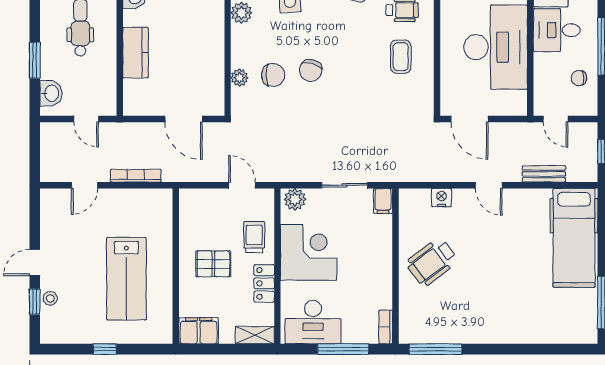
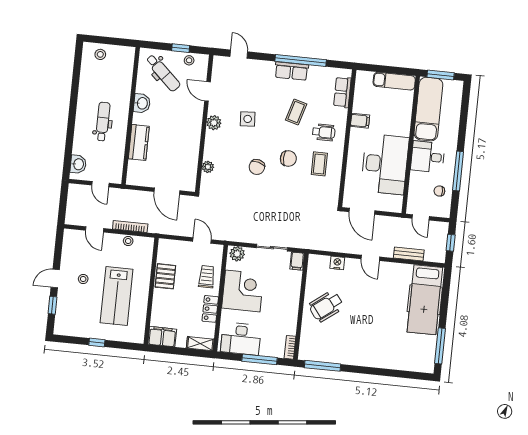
window: (35, 60) -> (69, 141), removed
chair: (273, 75) -> (288, 158), moved
door: (84, 185) -> (95, 229), hinge flipped
stool: (135, 197) -> (128, 241), added
pallet: (213, 264) -> (165, 276), moved, turned 90
stool: (50, 298) -> (83, 279), moved

